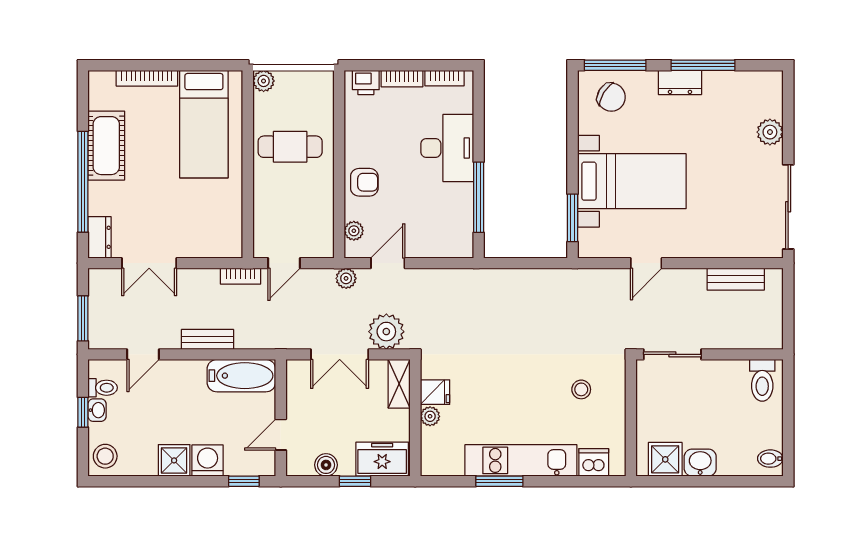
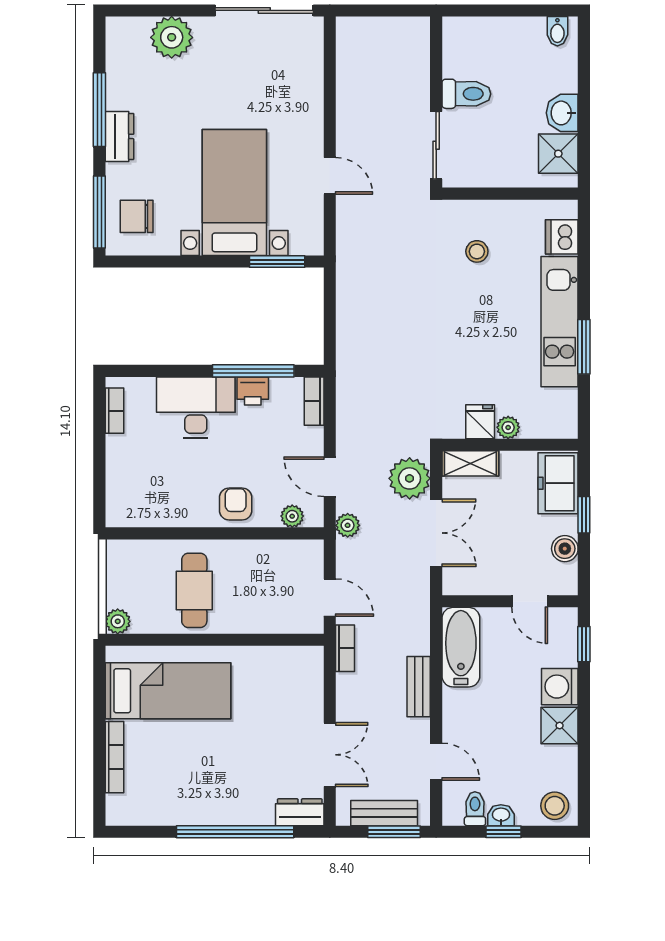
bookcase: (402, 79) -> (314, 401), moved, turned 180
printer: (366, 82) -> (253, 391), moved, turned 90
chair: (611, 97) -> (137, 216), turned -121
plant: (770, 132) -> (172, 37), width x1.36, depth x1.36
cot: (106, 146) -> (193, 804), removed
bench: (736, 279) -> (384, 813), moved, turned 90
toilet: (762, 380) -> (466, 94), moved

